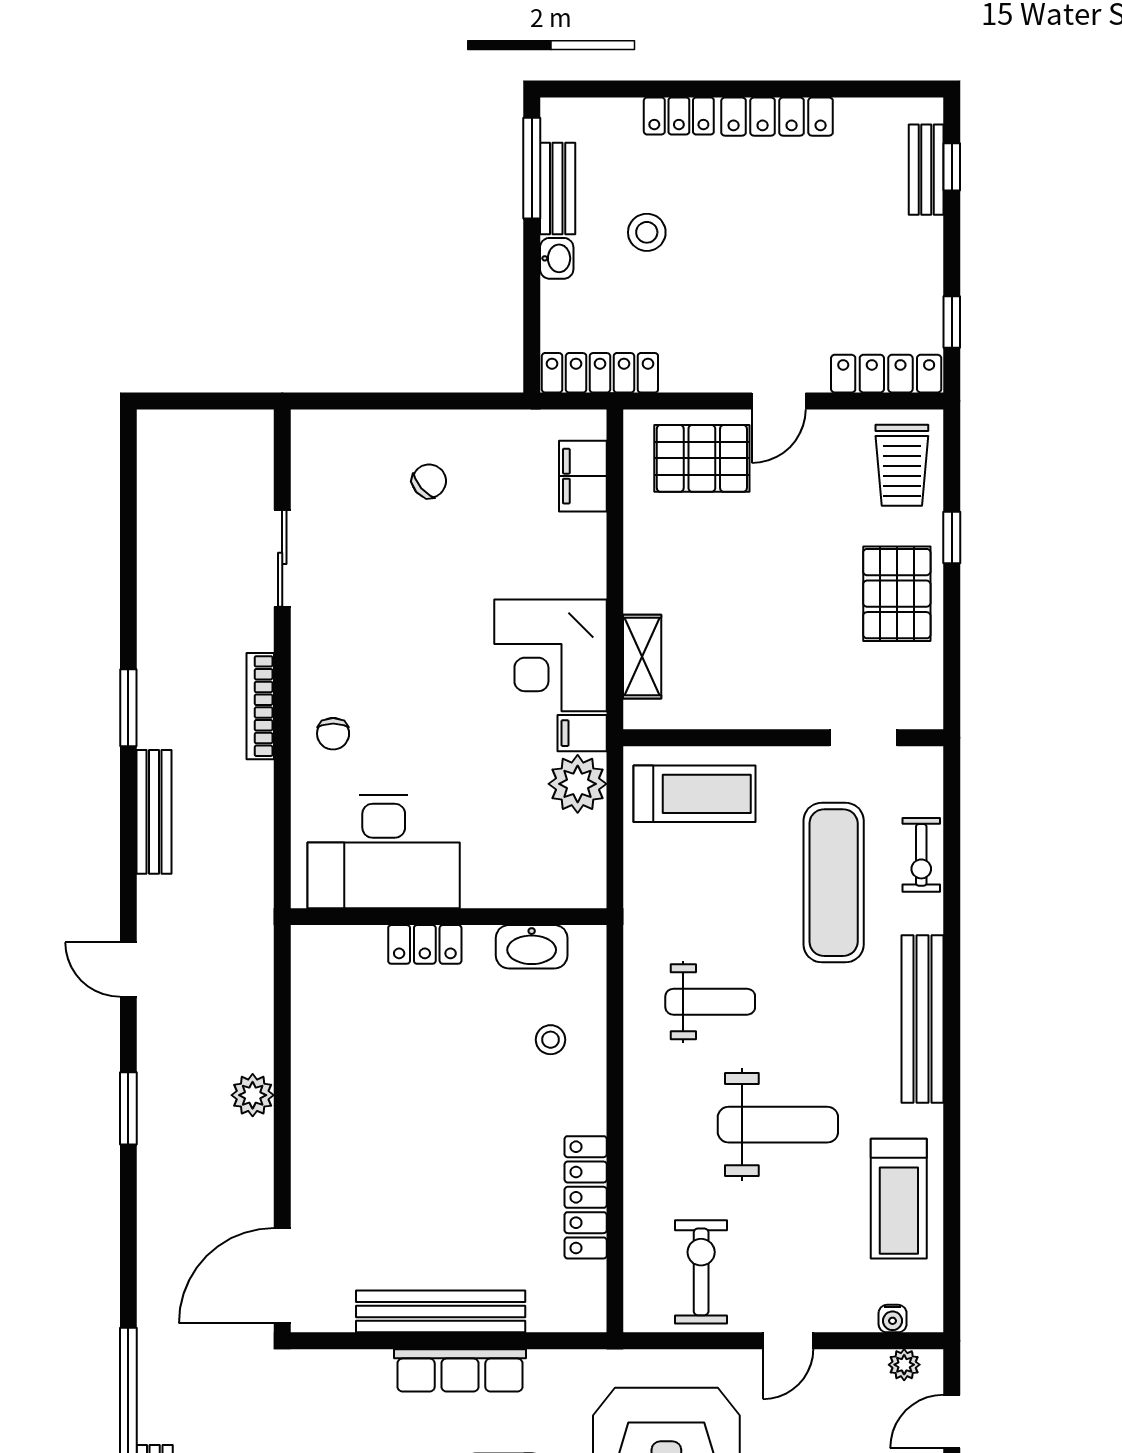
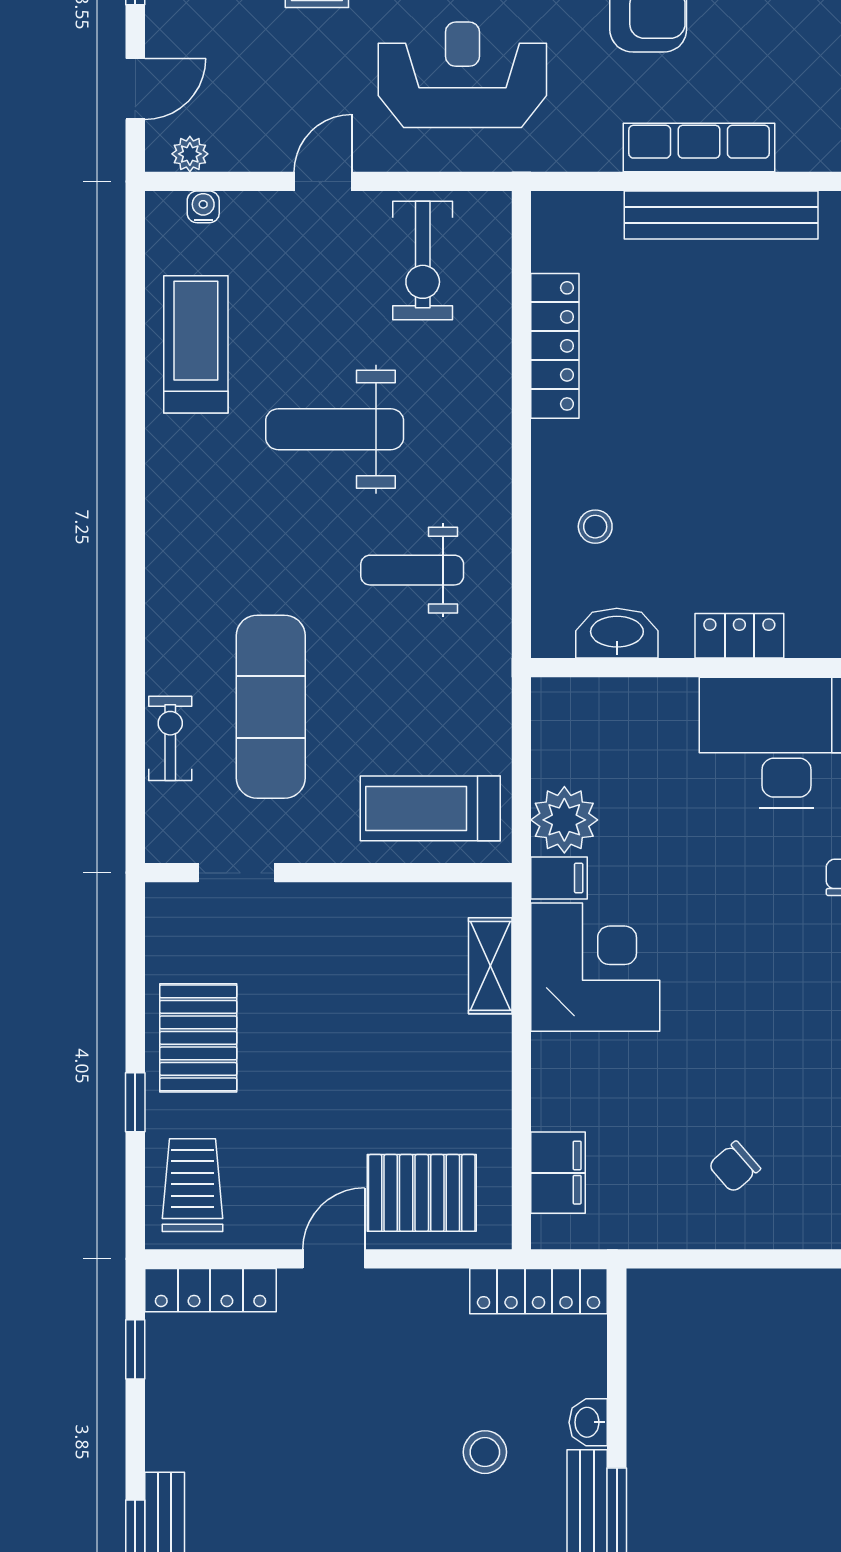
bench: (923, 1019) -> (169, 550), removed

